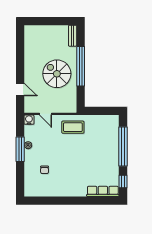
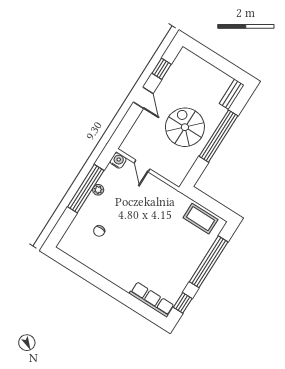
window: (20, 47) -> (162, 69), added
door: (20, 90) -> (143, 98), moved
coffee table: (73, 127) -> (200, 219), moved
window: (20, 149) -> (86, 189), width x1.46

